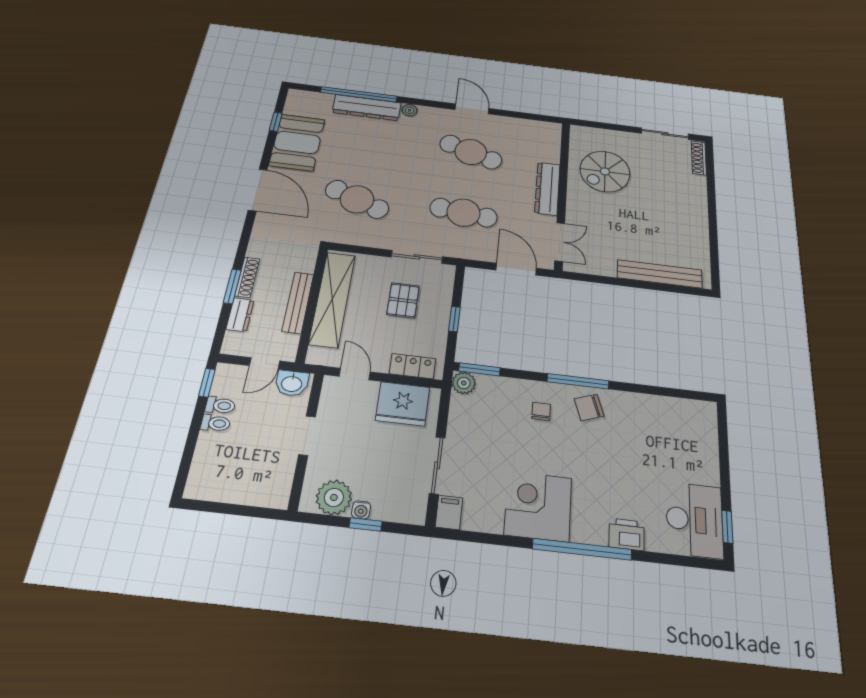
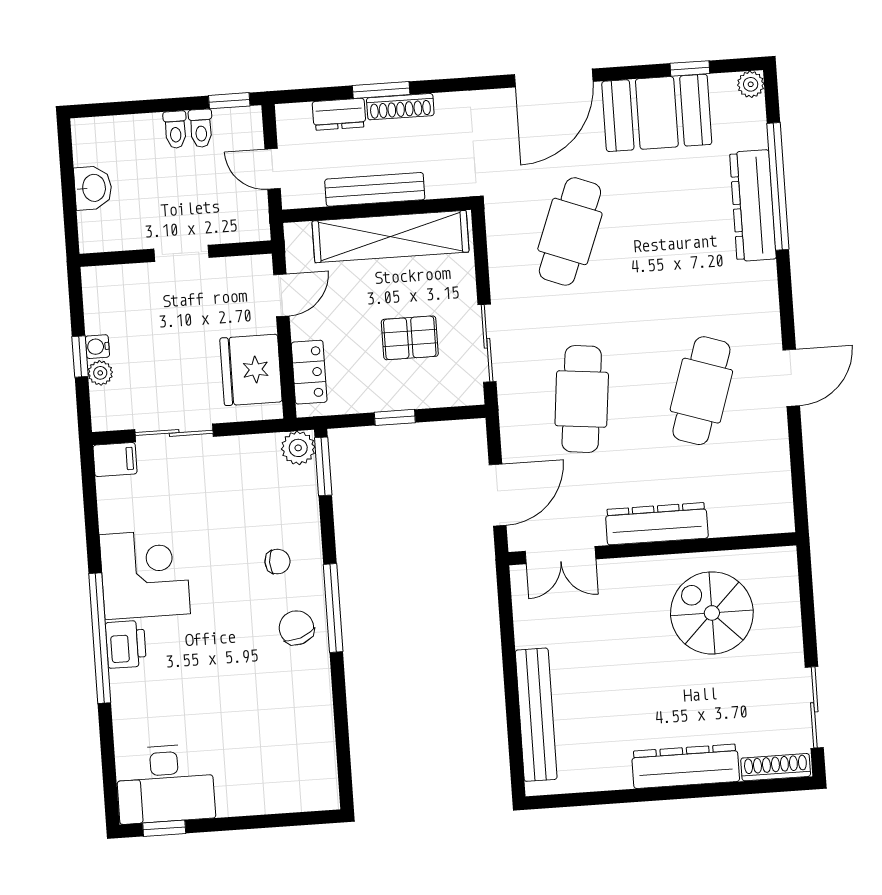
plant: (410, 110) -> (751, 84), moved
dresser: (696, 201) -> (686, 766), added
washbasin: (292, 383) -> (93, 188), moved, turned 180
plant: (334, 497) -> (100, 373), moved, width x0.53, depth x0.53
printer: (626, 534) -> (126, 644), moved

